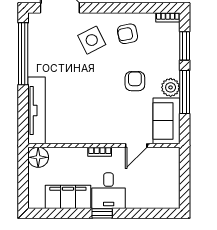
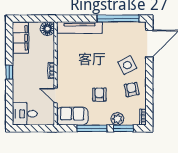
armchair: (135, 81) -> (99, 95), turned -90
plant: (171, 87) -> (117, 119), moved
desk: (109, 191) -> (25, 114), moved
filing cabinet: (68, 197) -> (20, 38), moved

